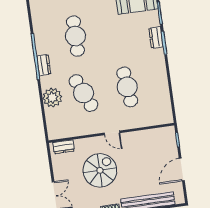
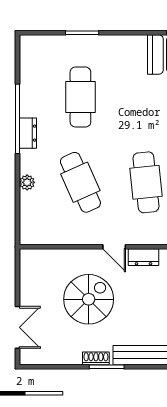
plant: (52, 97) -> (27, 182), width x0.53, depth x0.53
dresser: (64, 147) -> (143, 257), moved

